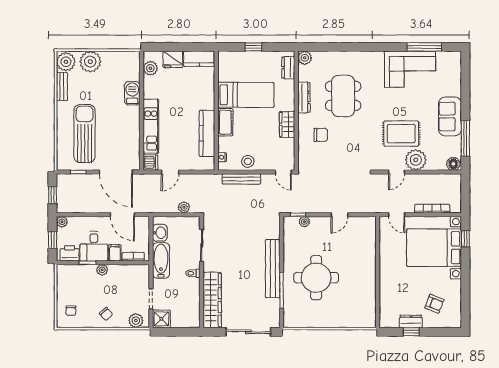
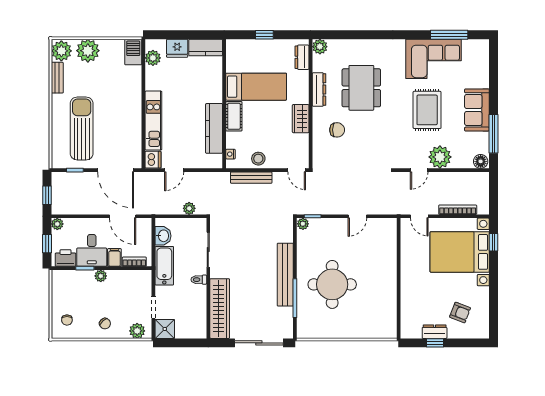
barbecue: (132, 93) -> (133, 52), moved
rug: (401, 134) -> (427, 110), moved, turned 90
plant: (304, 222) -> (303, 224), moved

